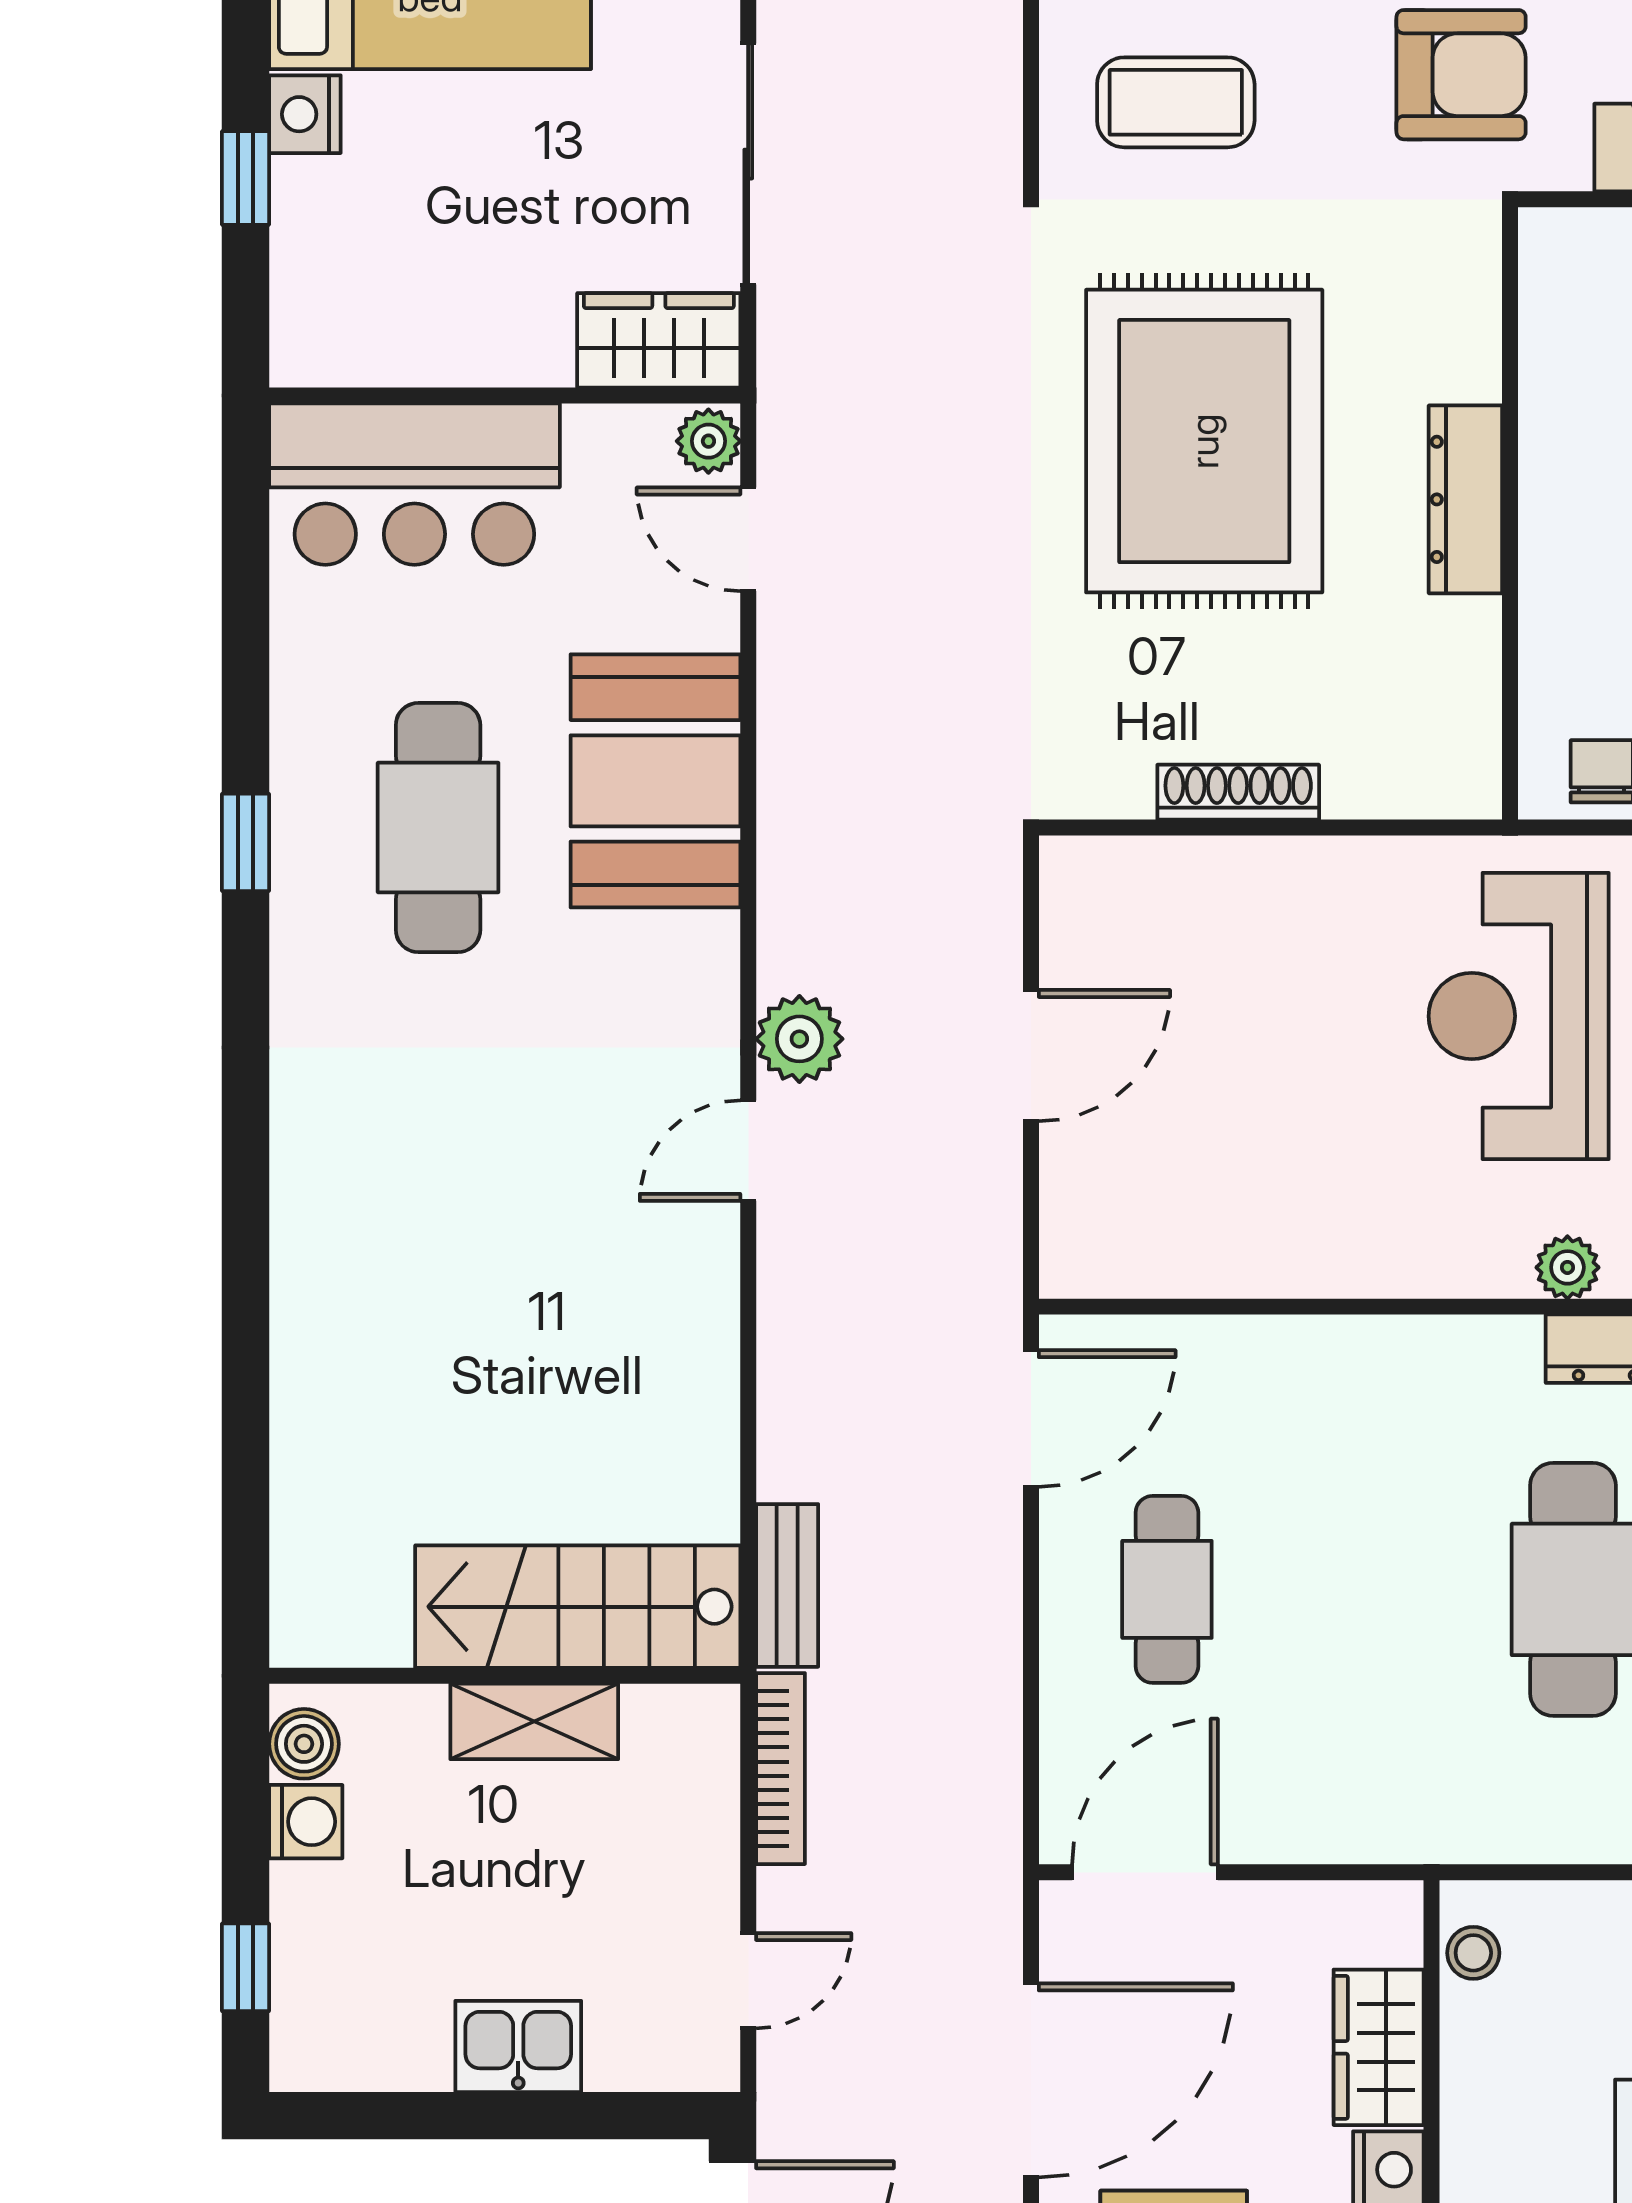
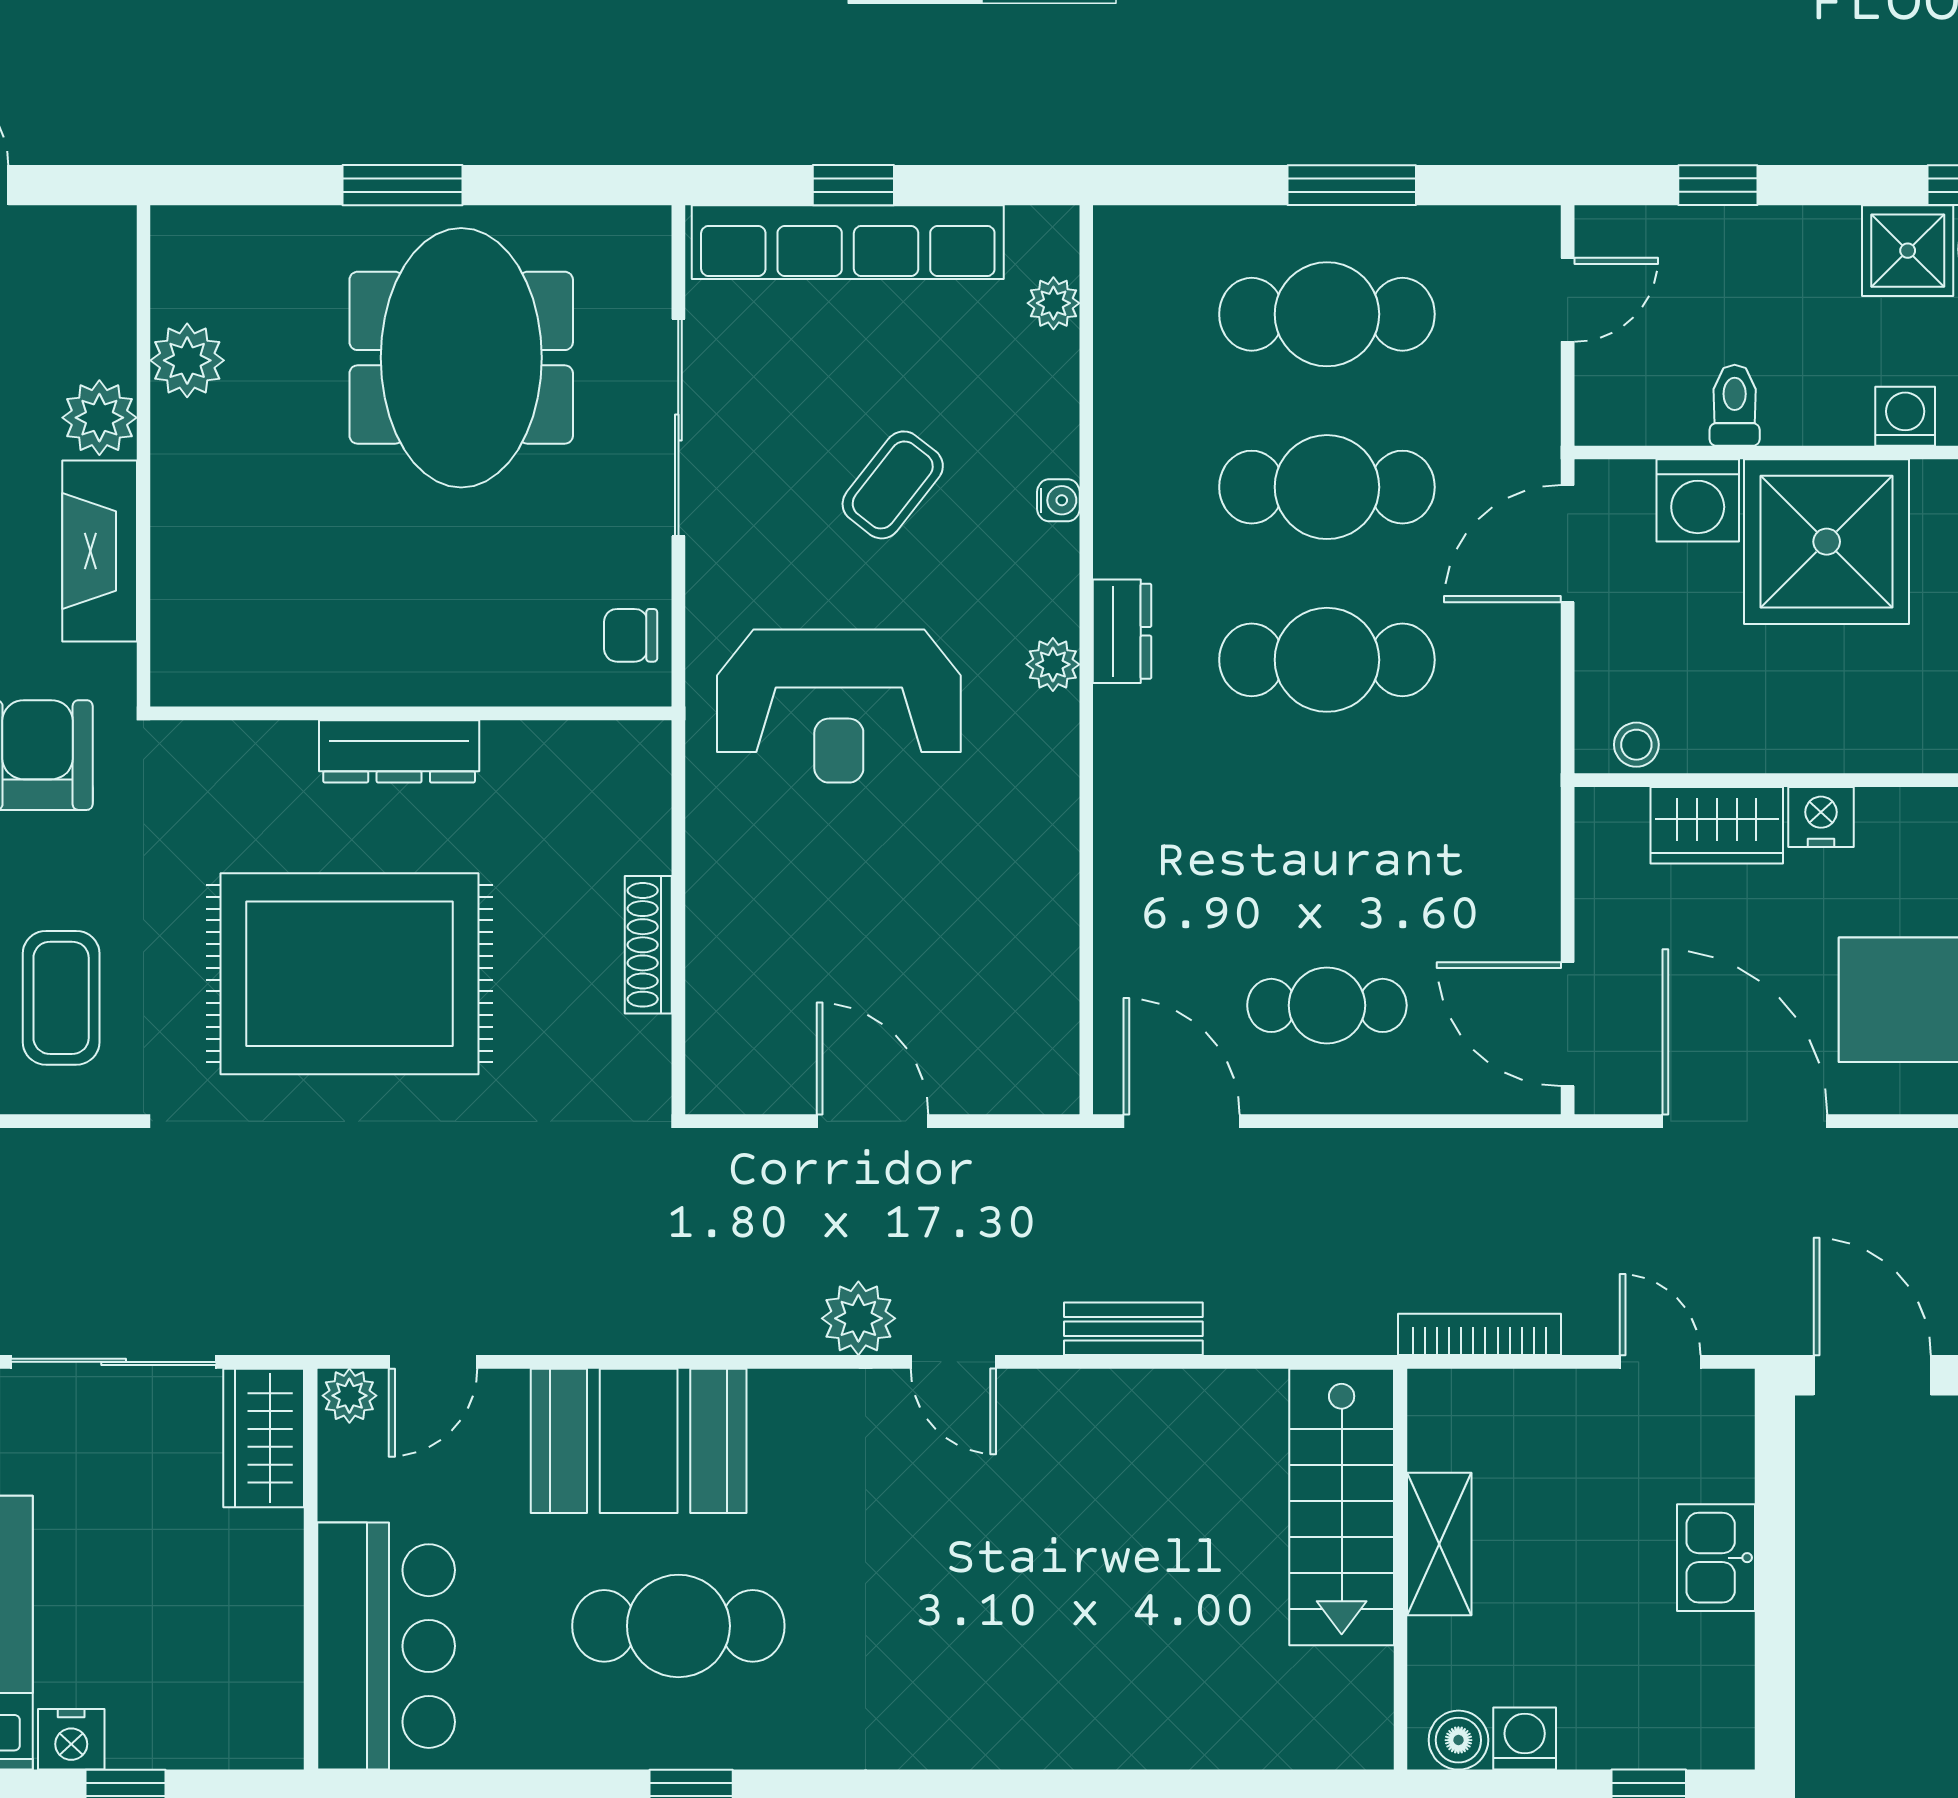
bench: (787, 1585) -> (1133, 1329), moved

